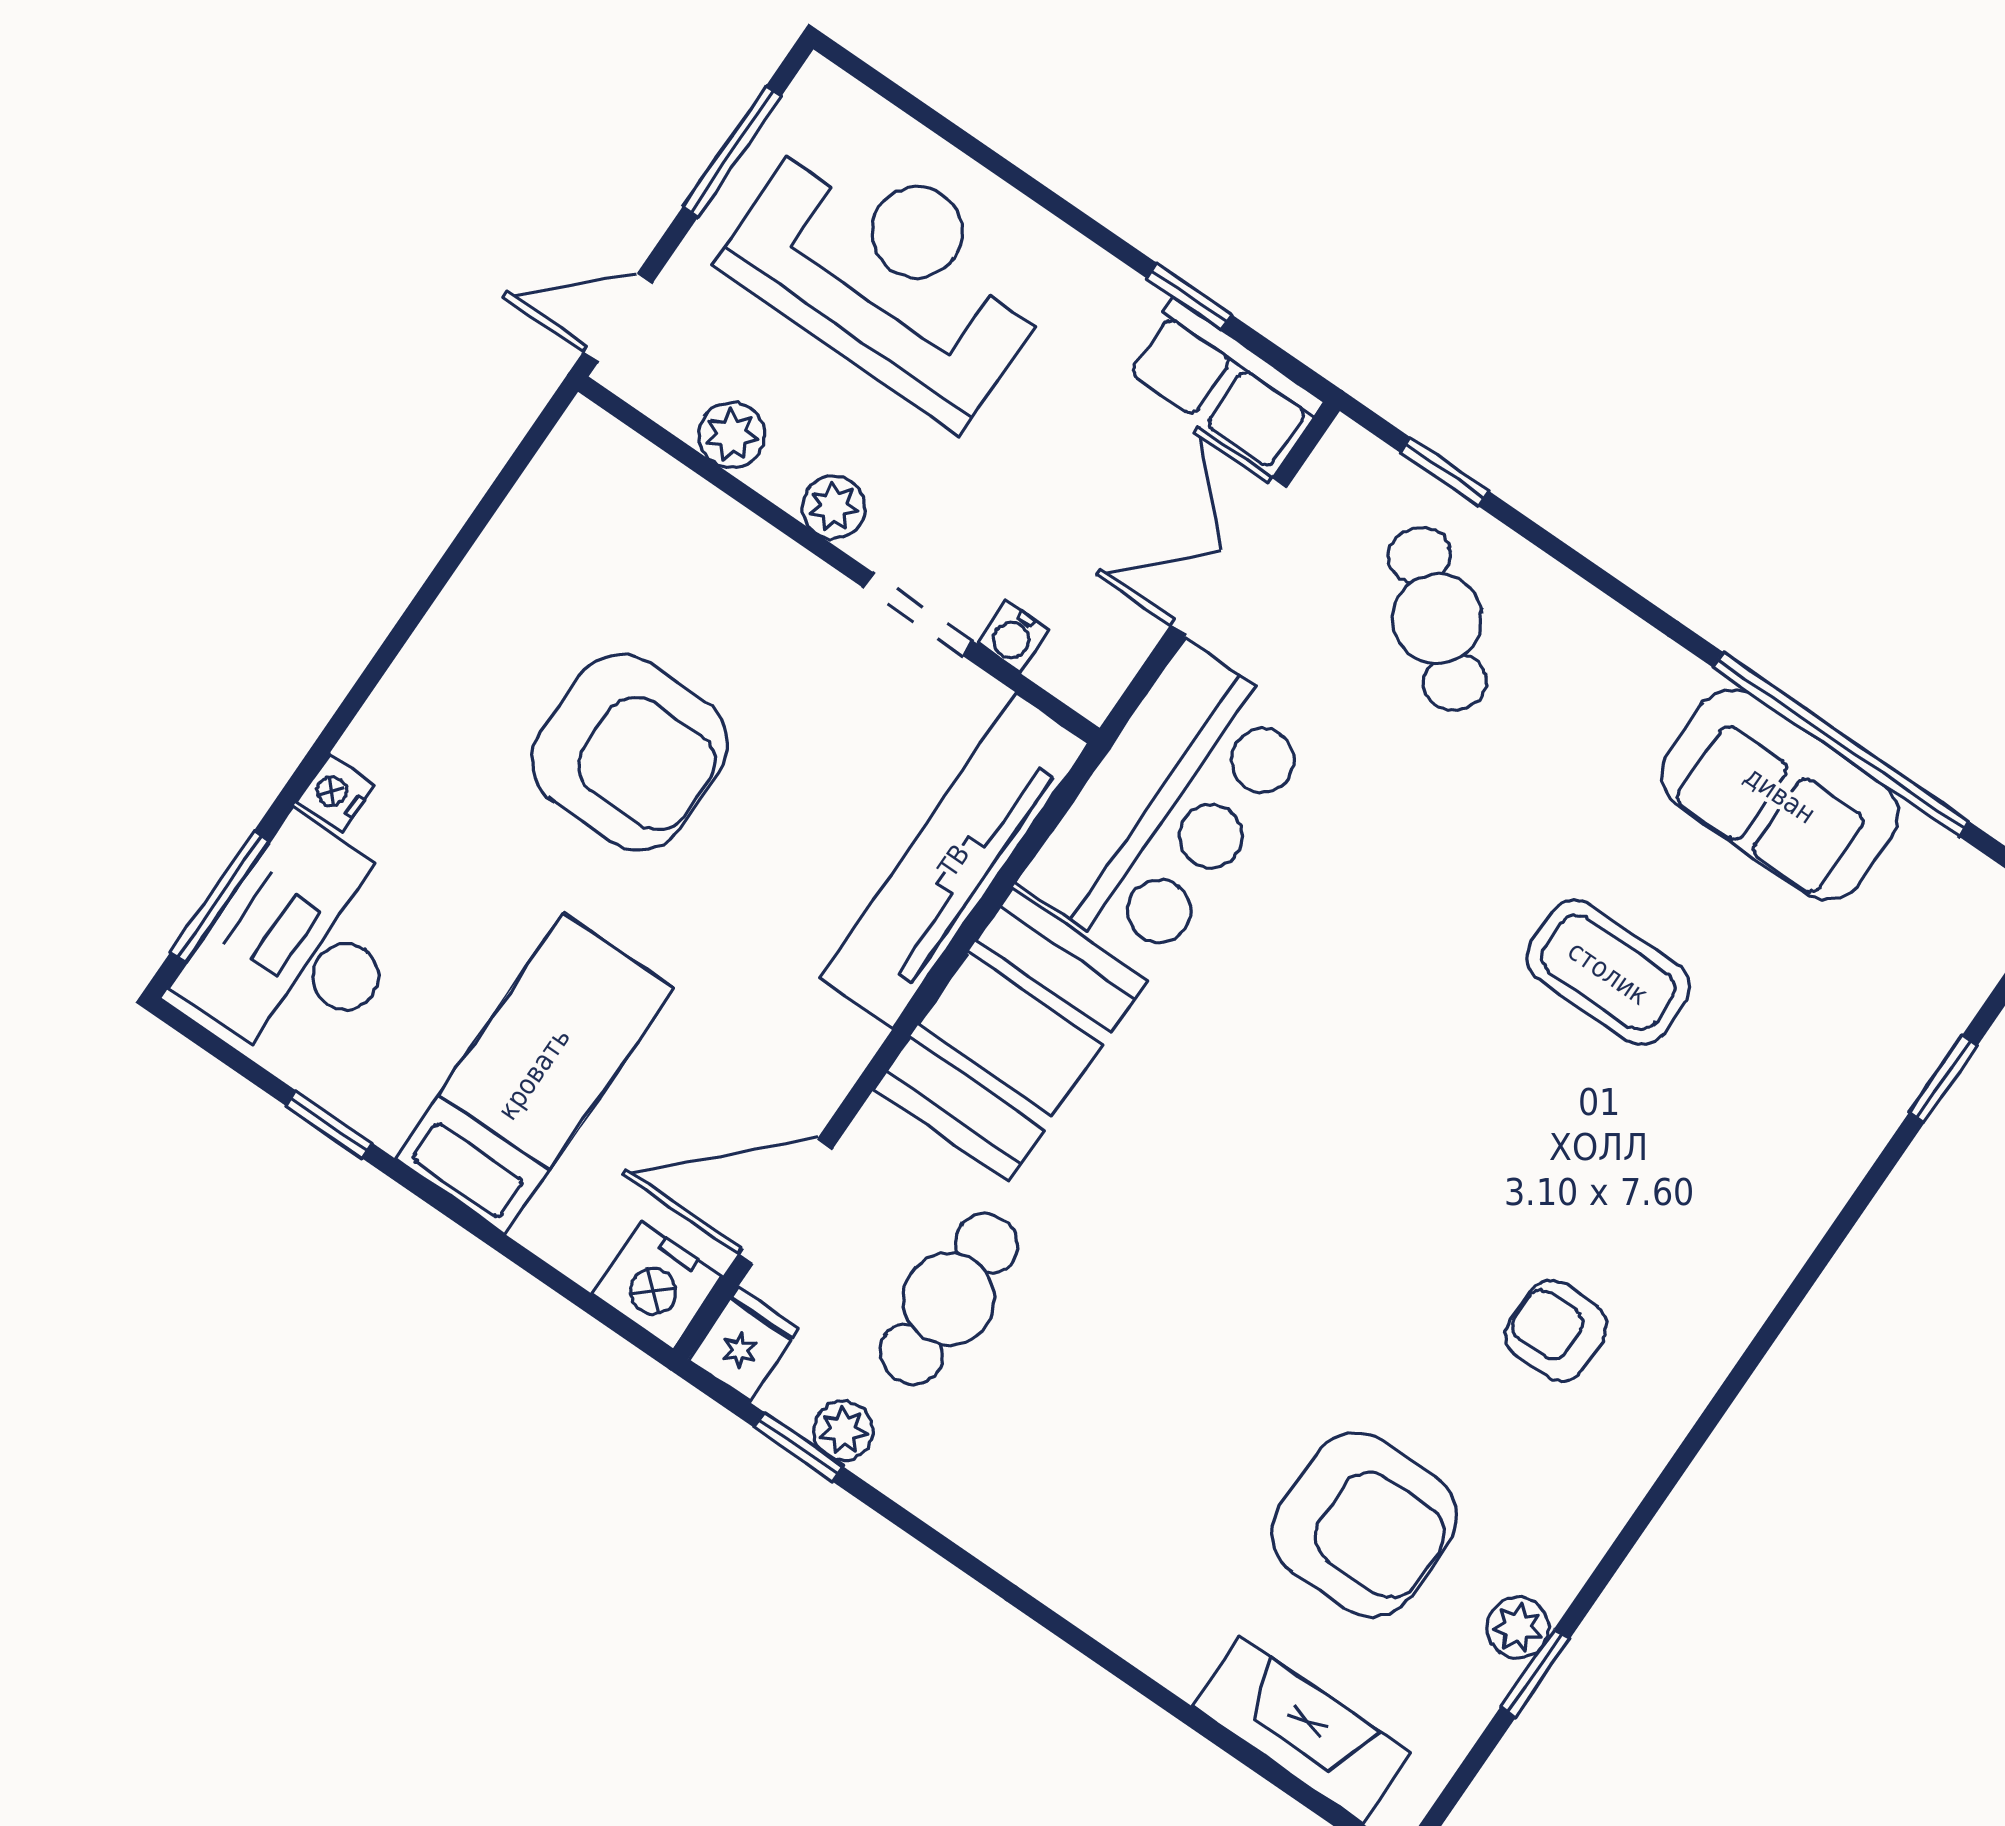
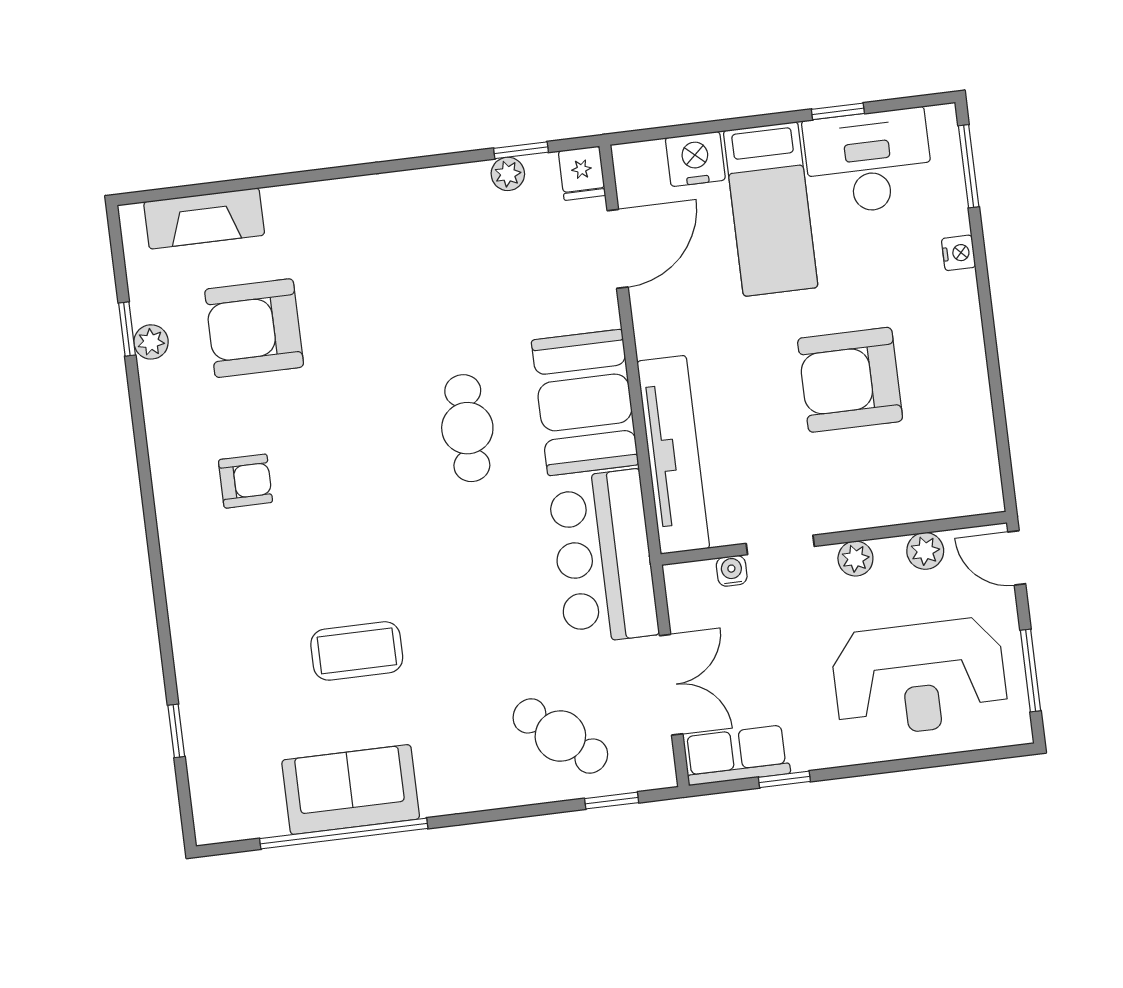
door: (618, 318) -> (1017, 558), swing flipped
desk: (302, 946) -> (868, 162), moved, turned -90
nightstand: (657, 1285) -> (695, 159), moved
cafe table: (949, 1299) -> (467, 428), moved

